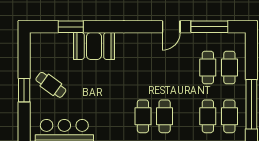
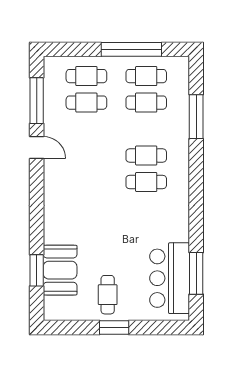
booth: (94, 46) -> (60, 270), moved
cafe table: (51, 85) -> (108, 295), turned -36

